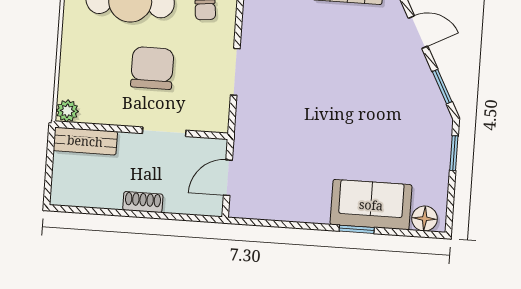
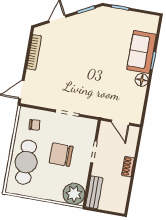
plant: (67, 111) -> (74, 194), width x1.88, depth x1.88
floor lamp: (425, 219) -> (142, 80), moved

